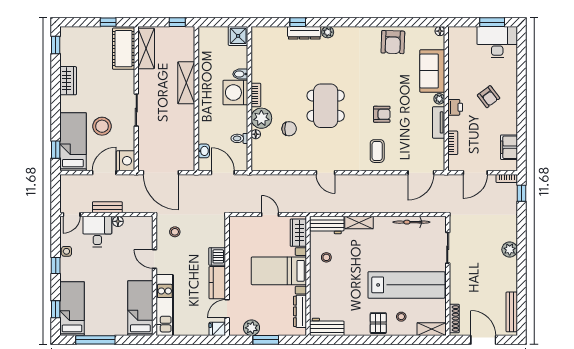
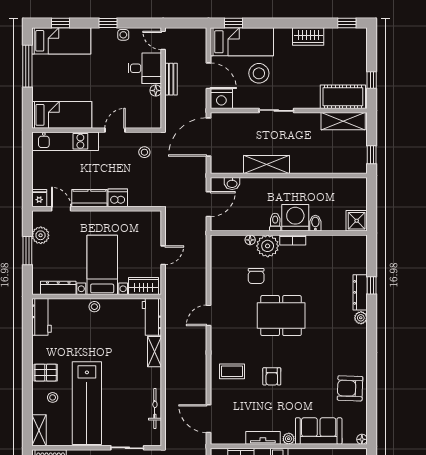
shelving: (186, 83) -> (267, 165), moved
toilet: (239, 138) -> (275, 222), moved
stool: (326, 257) -> (94, 307), moved

